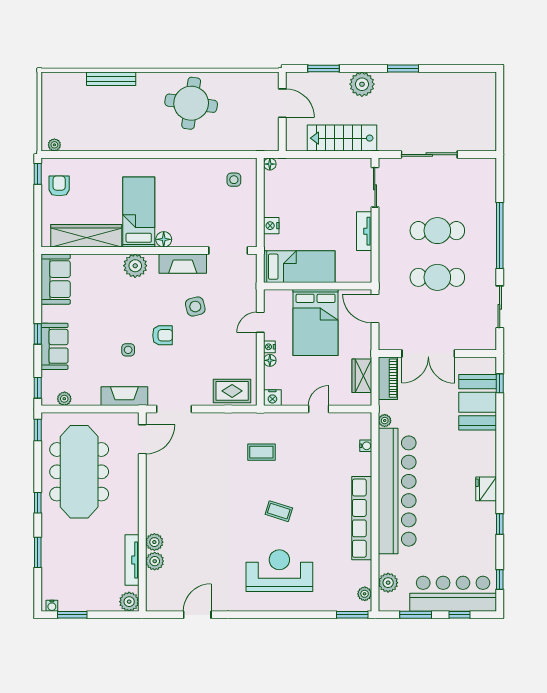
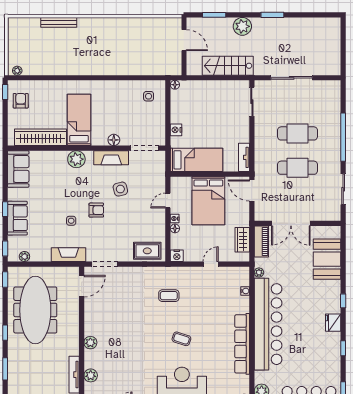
round table: (191, 103) -> (117, 40), removed
tv unit: (364, 231) -> (244, 157), moved
floor lamp: (164, 239) -> (114, 140), moved
window: (500, 383) -> (343, 301), moved
plant: (154, 542) -> (90, 343), moved

